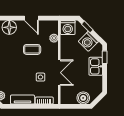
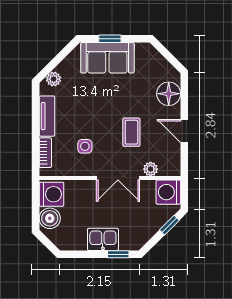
door: (31, 18) -> (184, 131), hinge flipped
washing machine: (88, 41) -> (52, 194), moved, turned 135
double door: (59, 73) -> (118, 178), moved

